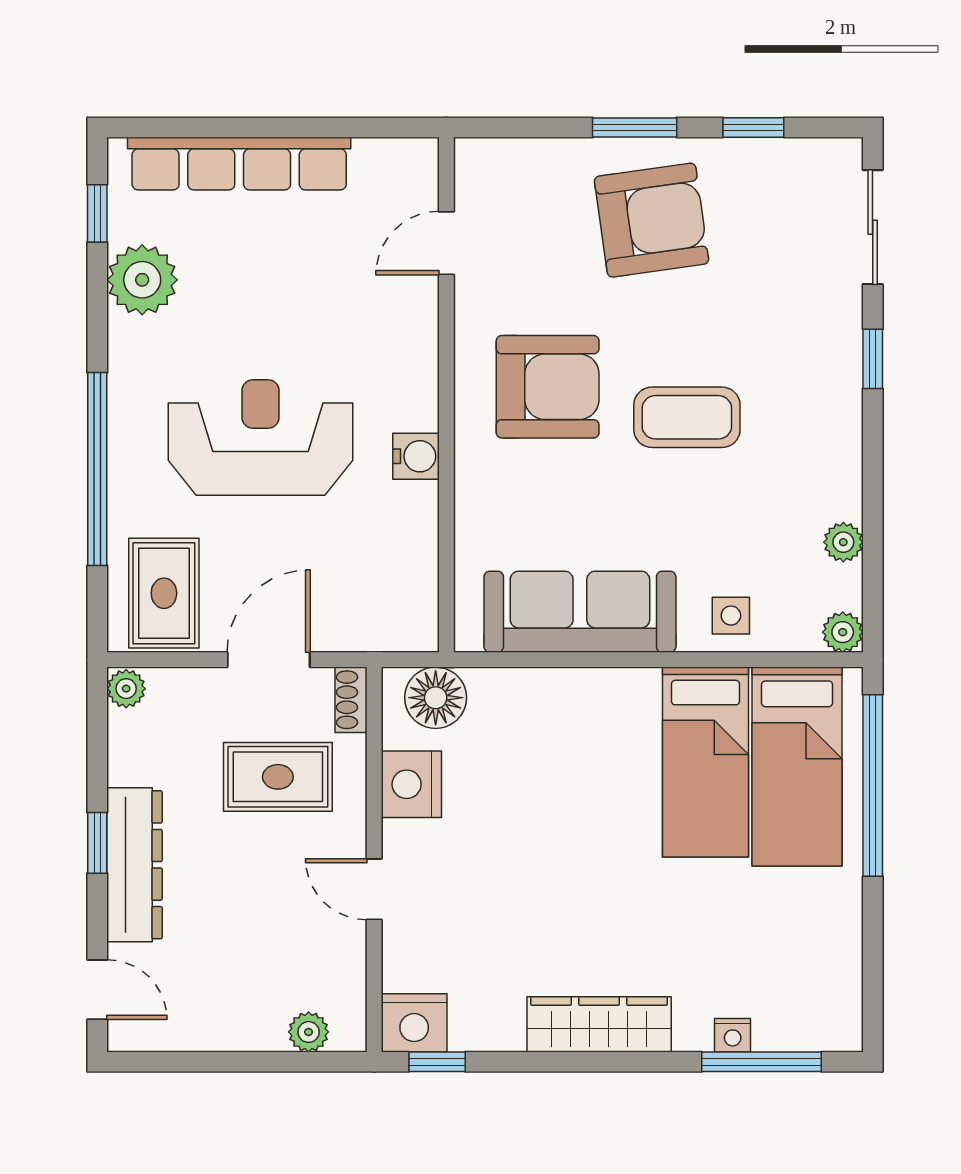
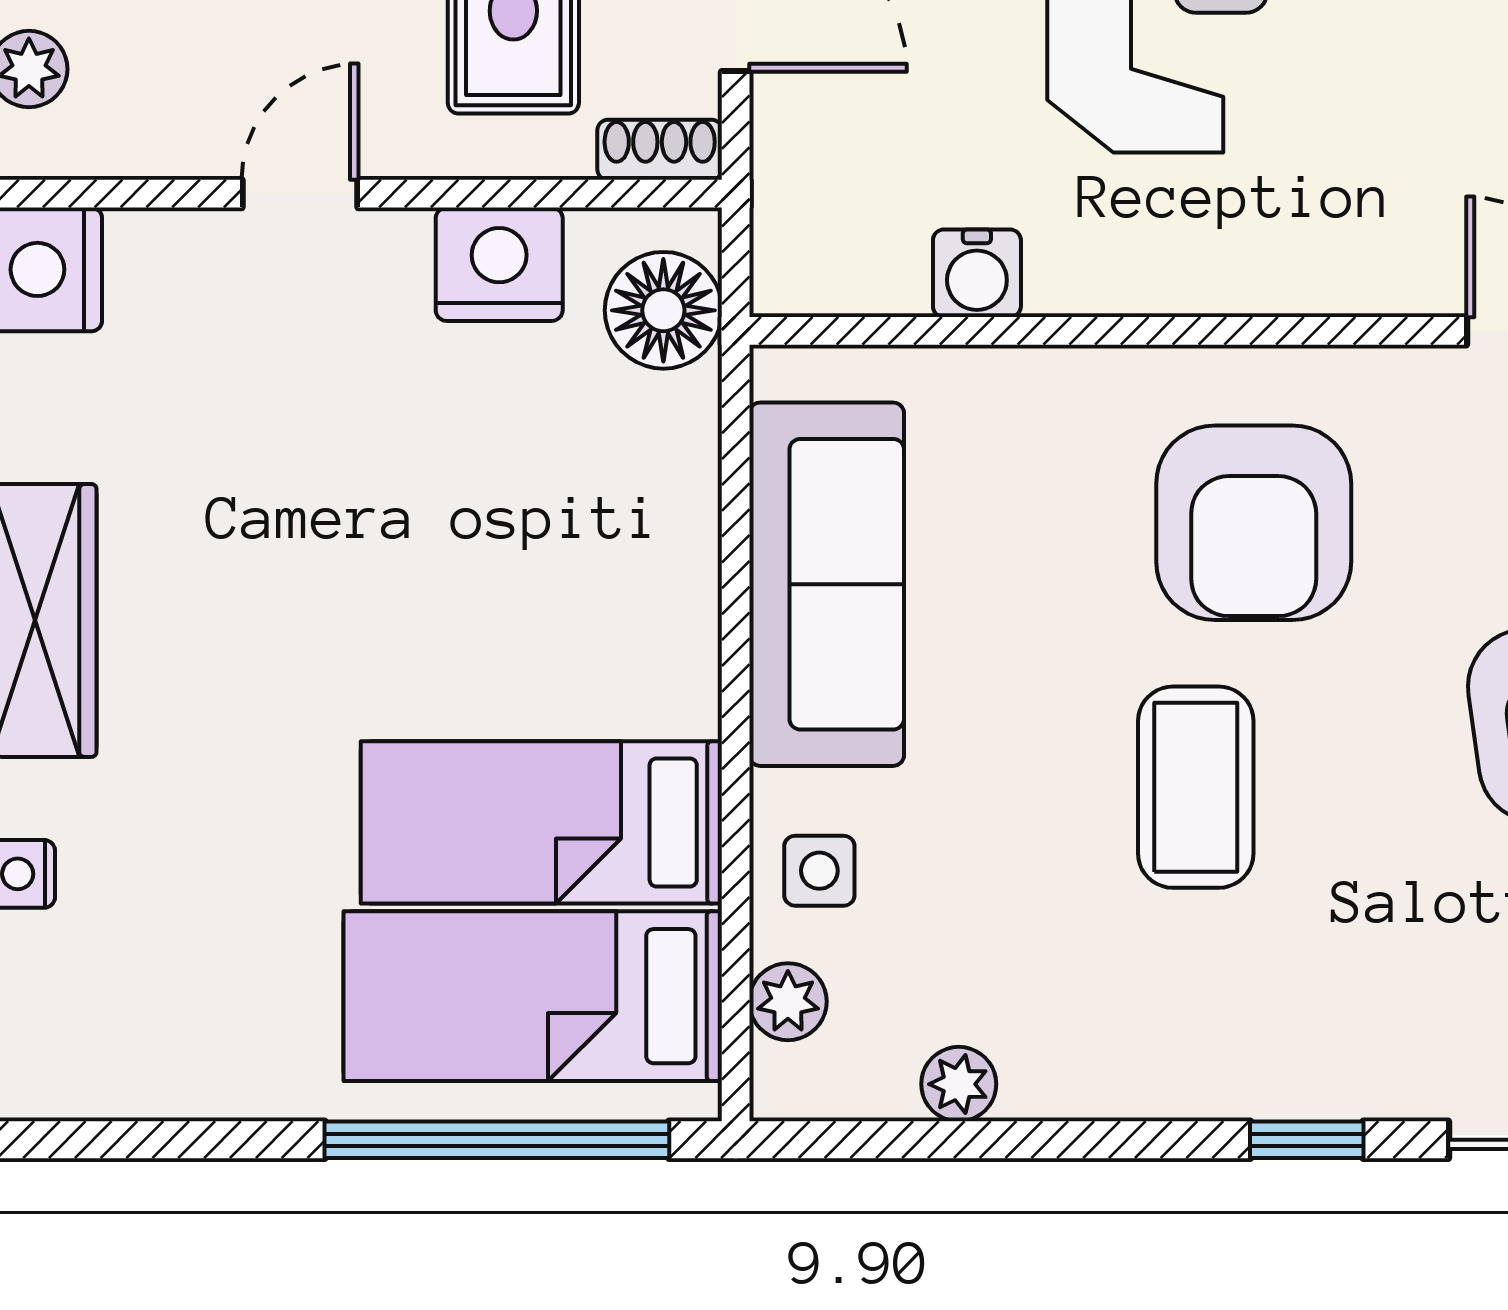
water cooler: (416, 456) -> (977, 273), moved
plant: (843, 632) -> (788, 1002), moved

